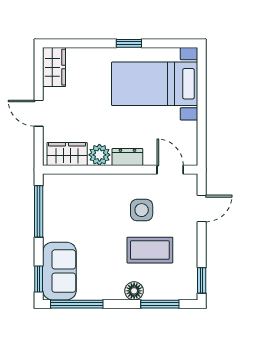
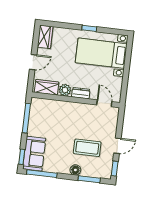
door: (39, 113) -> (33, 62), swing flipped
door: (202, 208) -> (117, 146), moved
side table: (142, 210) -> (85, 124), removed

